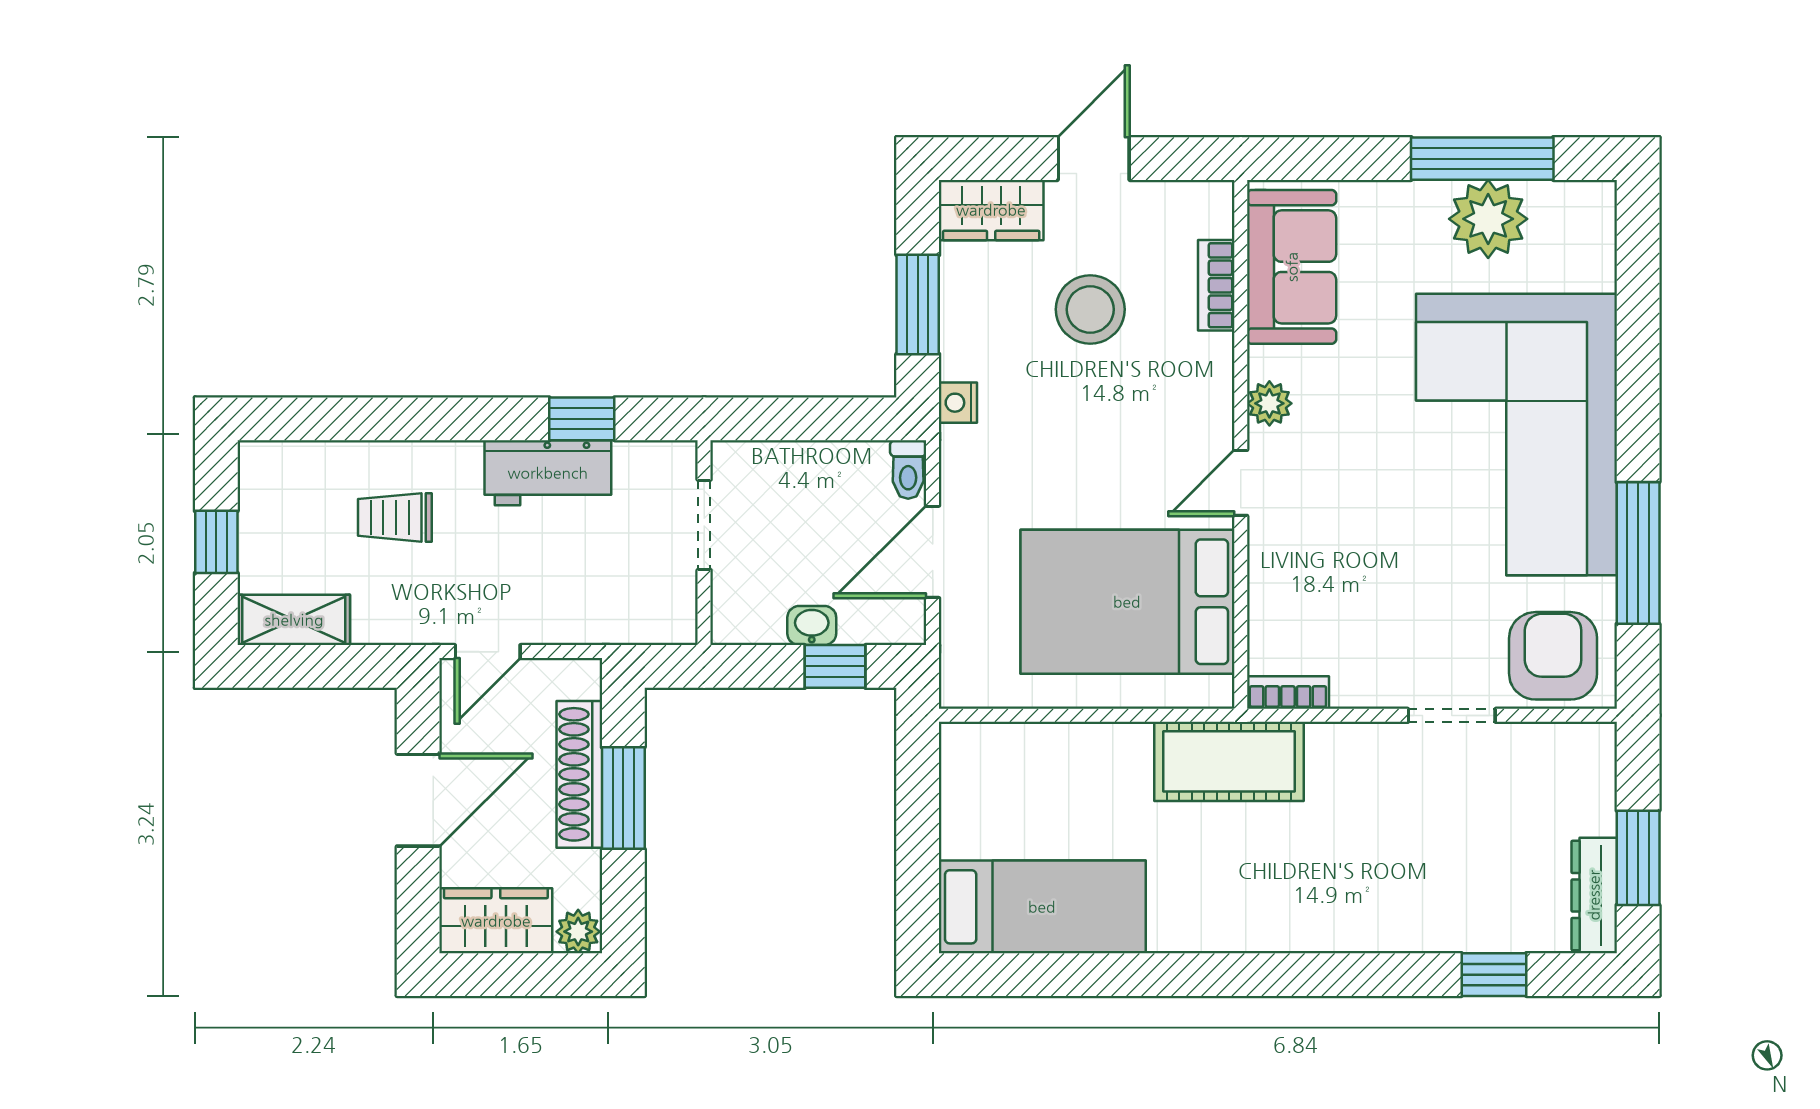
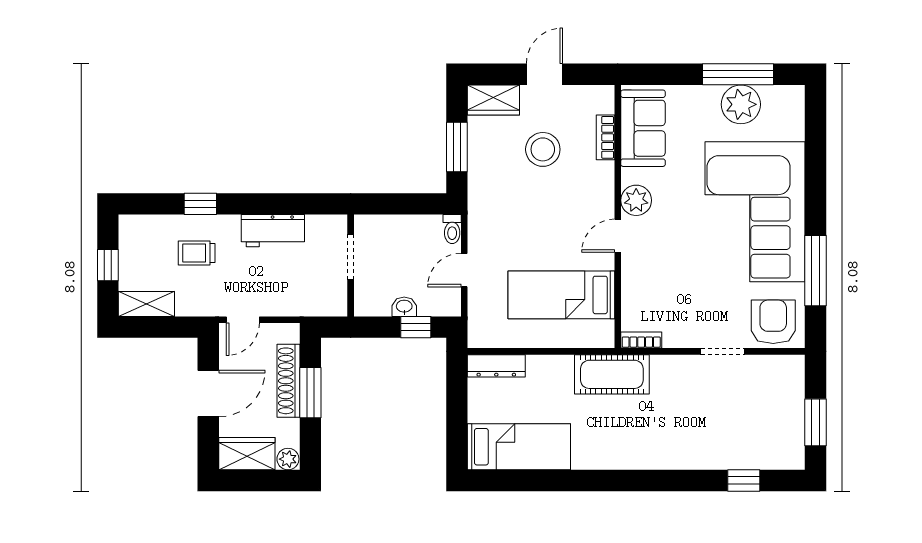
nightstand: (958, 403) -> (477, 196), removed
plant: (1269, 403) -> (636, 200), width x1.38, depth x1.38
window: (582, 419) -> (200, 204), moved
door: (933, 552) -> (464, 270), width x0.73
bed: (1127, 602) -> (561, 295), width x0.67
dresser: (1594, 895) -> (496, 366), moved, turned -90

